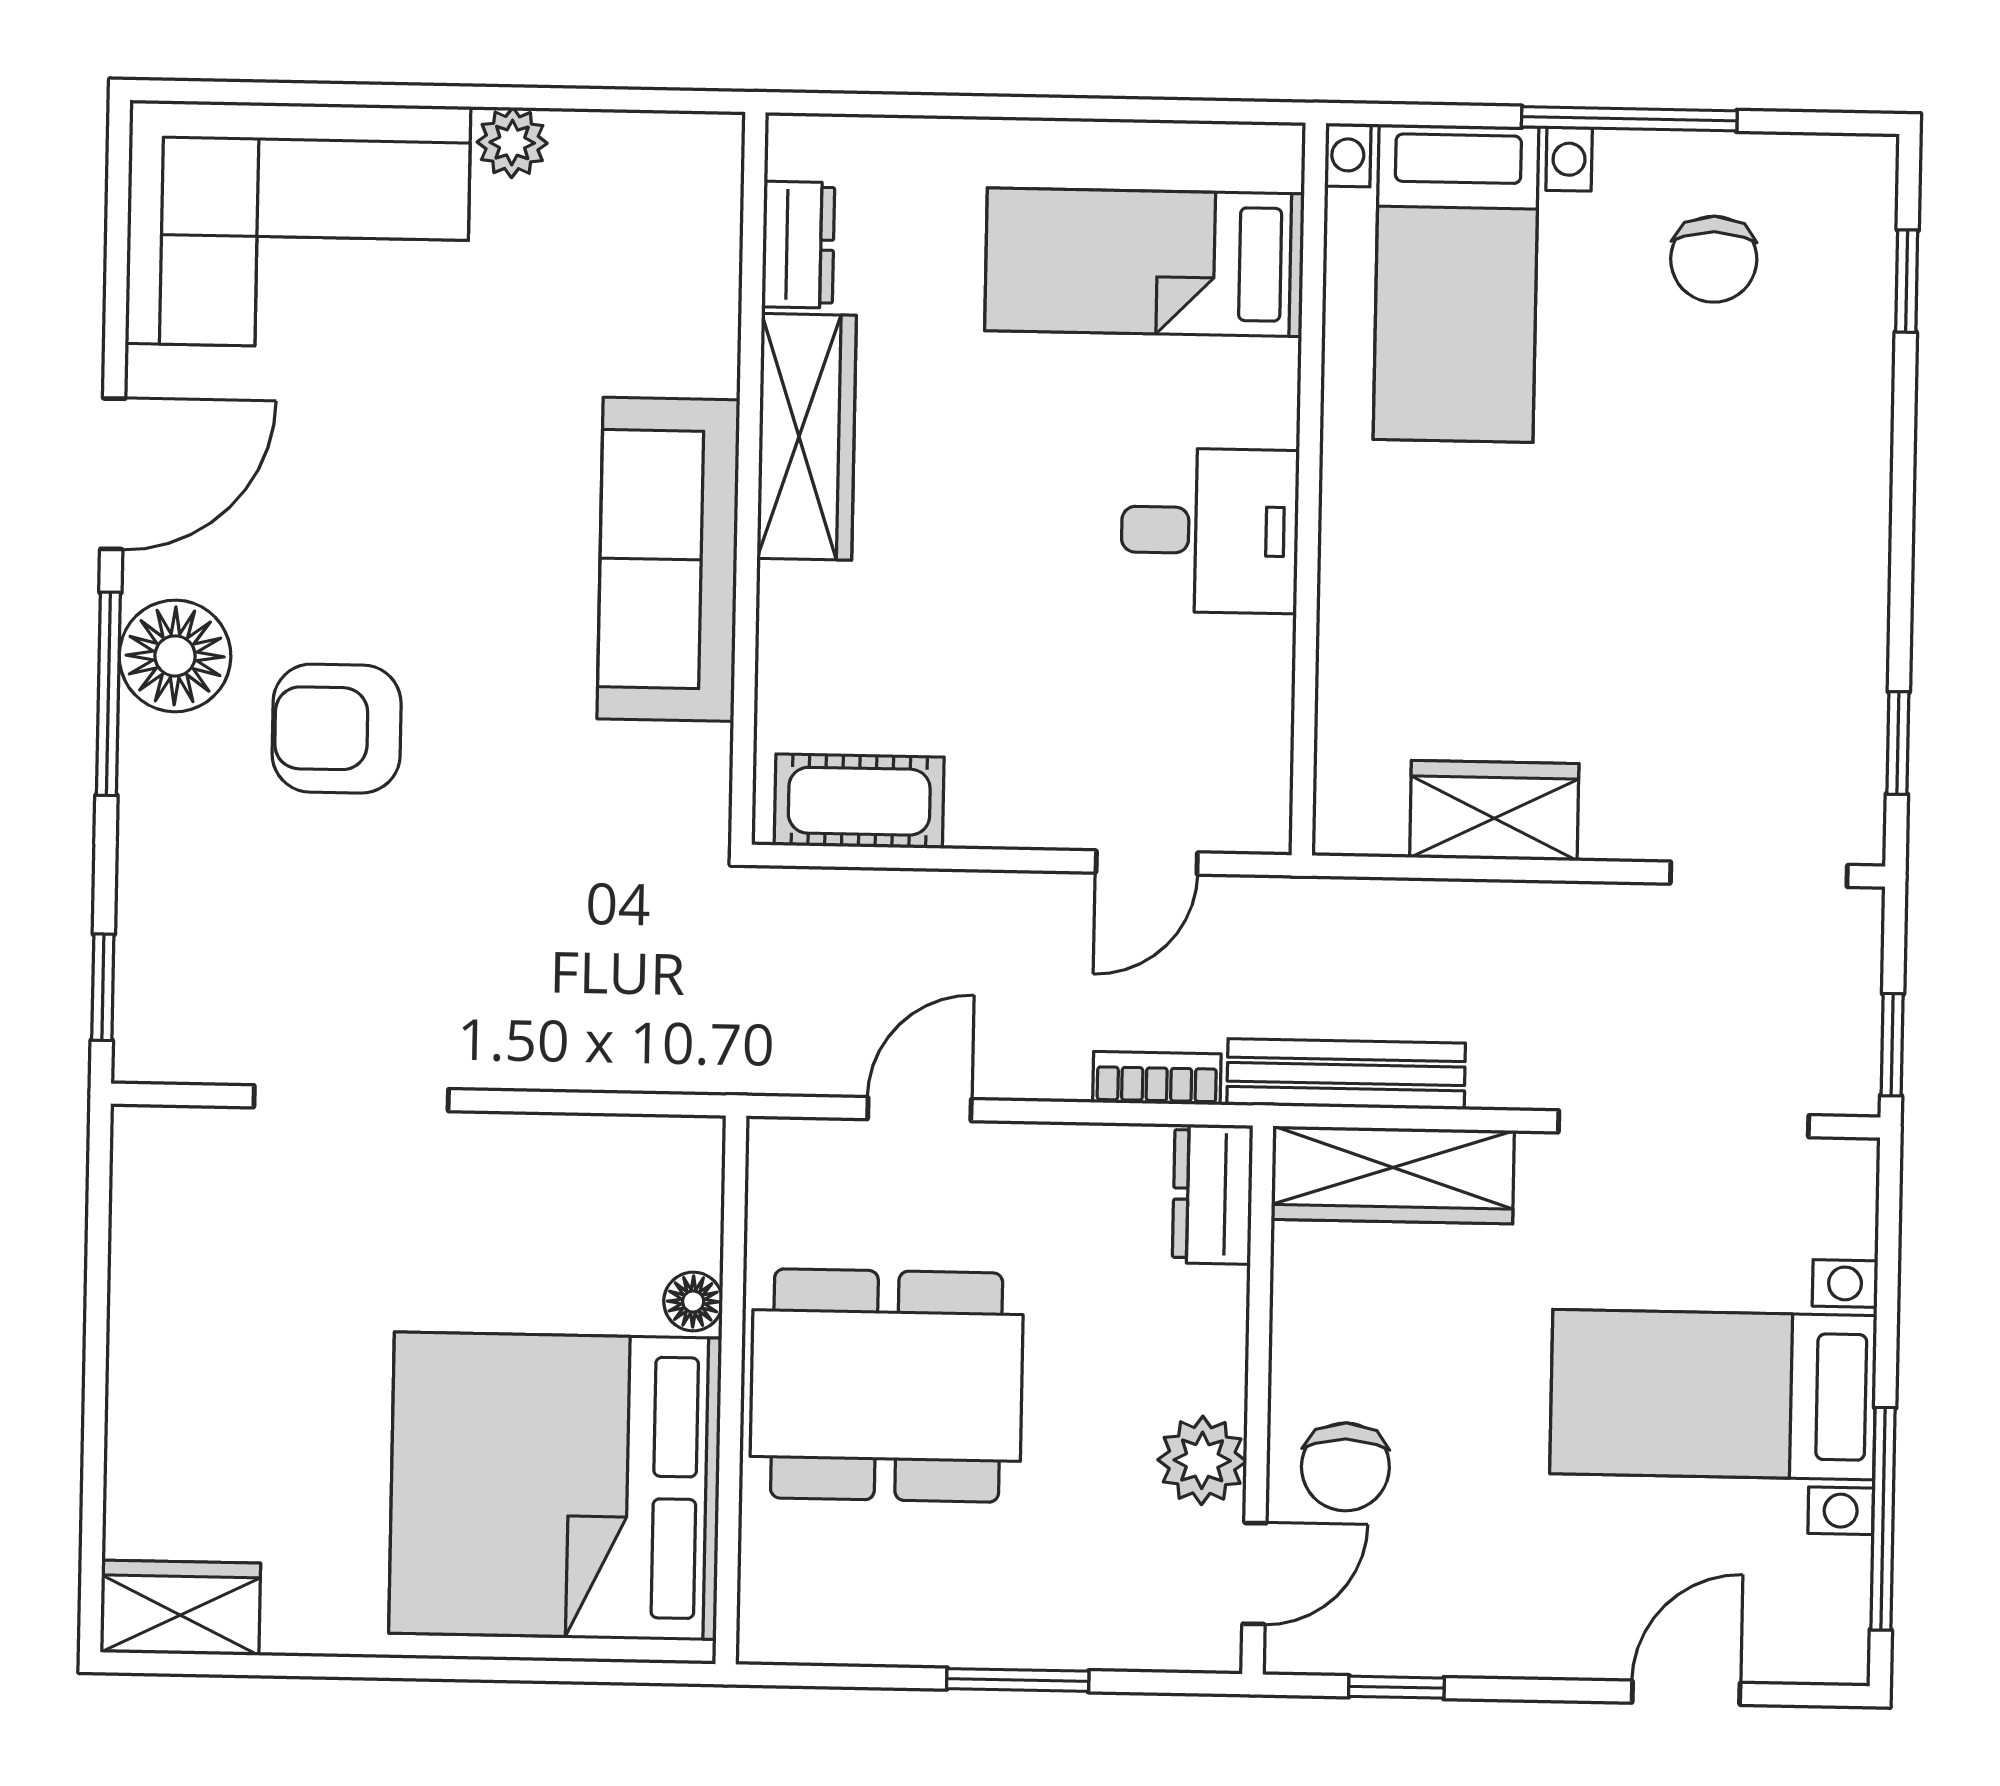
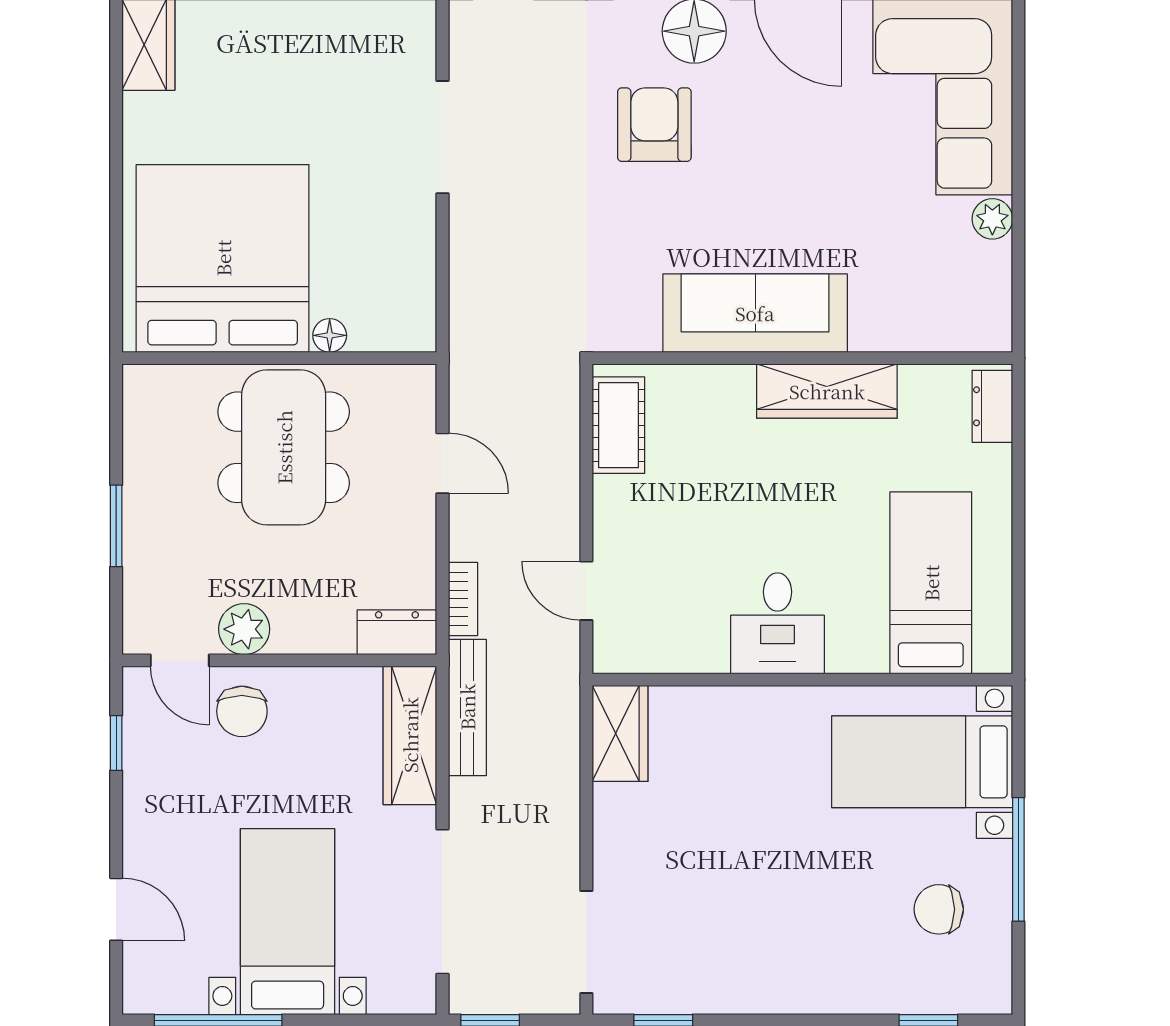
dresser: (798, 245) -> (992, 406), moved, turned 90
wardrobe: (1494, 811) -> (620, 733), moved
chair: (1345, 1467) -> (242, 711), turned -90

